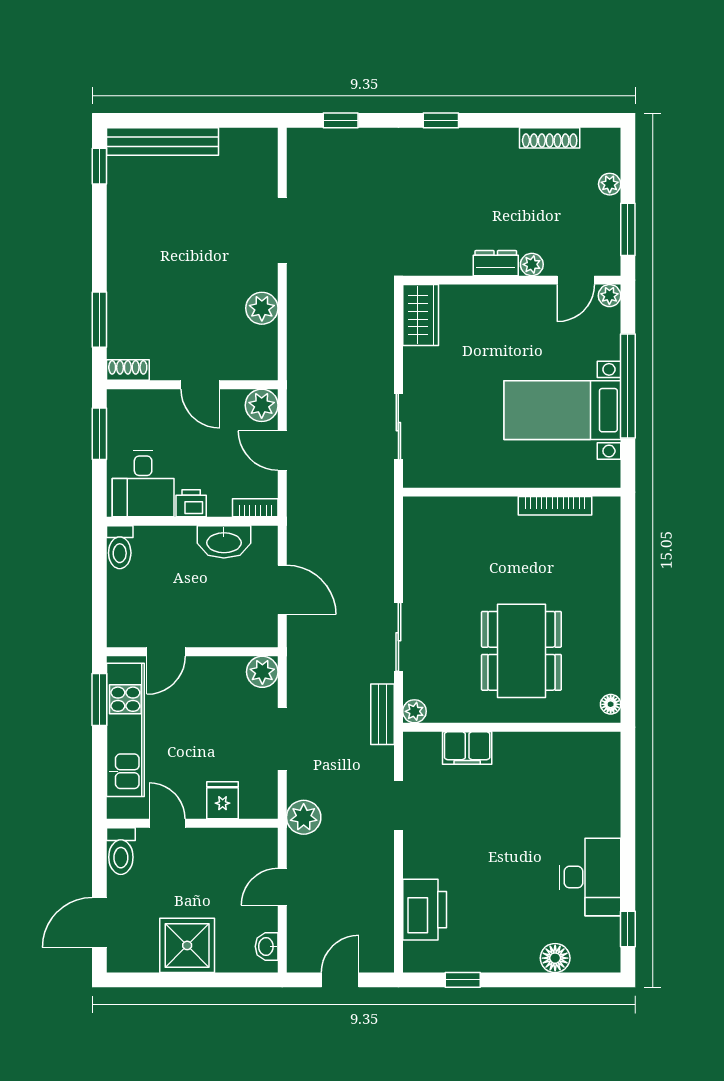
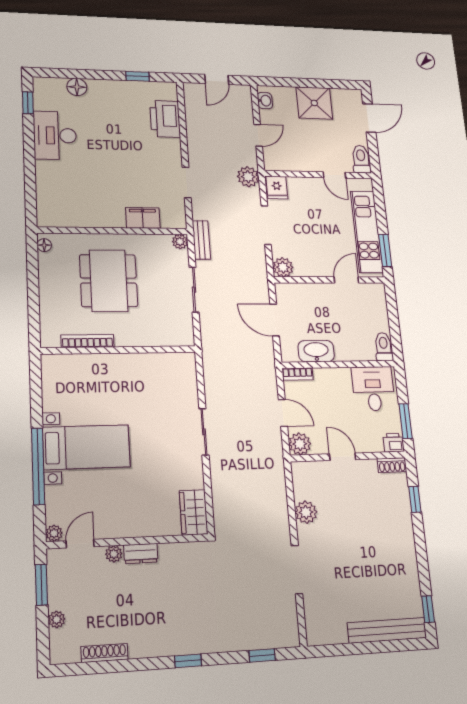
window: (99, 320) -> (415, 499), width x0.67
wall: (512, 492) -> (119, 350), moved
printer: (191, 503) -> (394, 443), moved, turned 180
bookcase: (555, 506) -> (87, 341), moved
fridge: (223, 800) -> (277, 188), moved

